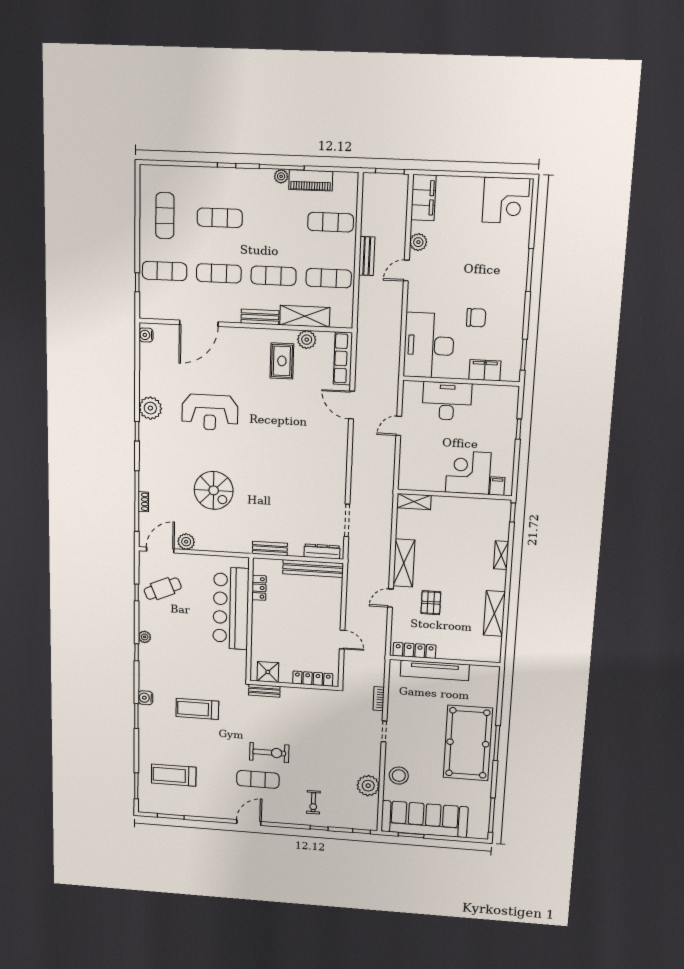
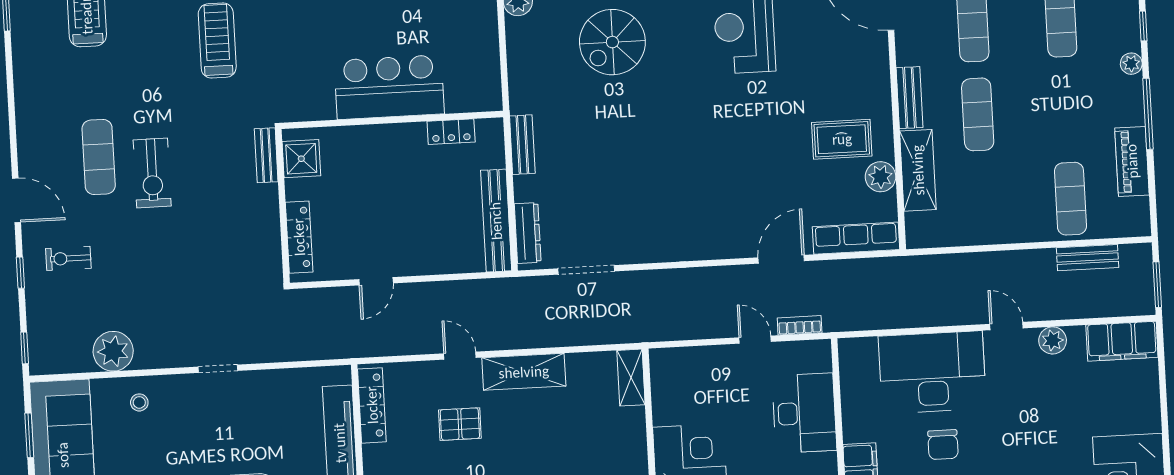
plant: (281, 176) -> (1131, 64), moved
bench: (367, 256) -> (1088, 258), moved
exercise mat: (329, 278) -> (982, 203), removed
desk: (429, 345) -> (932, 372), moved
bar counter: (231, 608) -> (389, 87), width x0.73
bookcase: (379, 699) -> (800, 325), moved
stool: (399, 776) -> (139, 402), width x0.53, depth x0.53
door: (249, 822) -> (17, 200), moved

